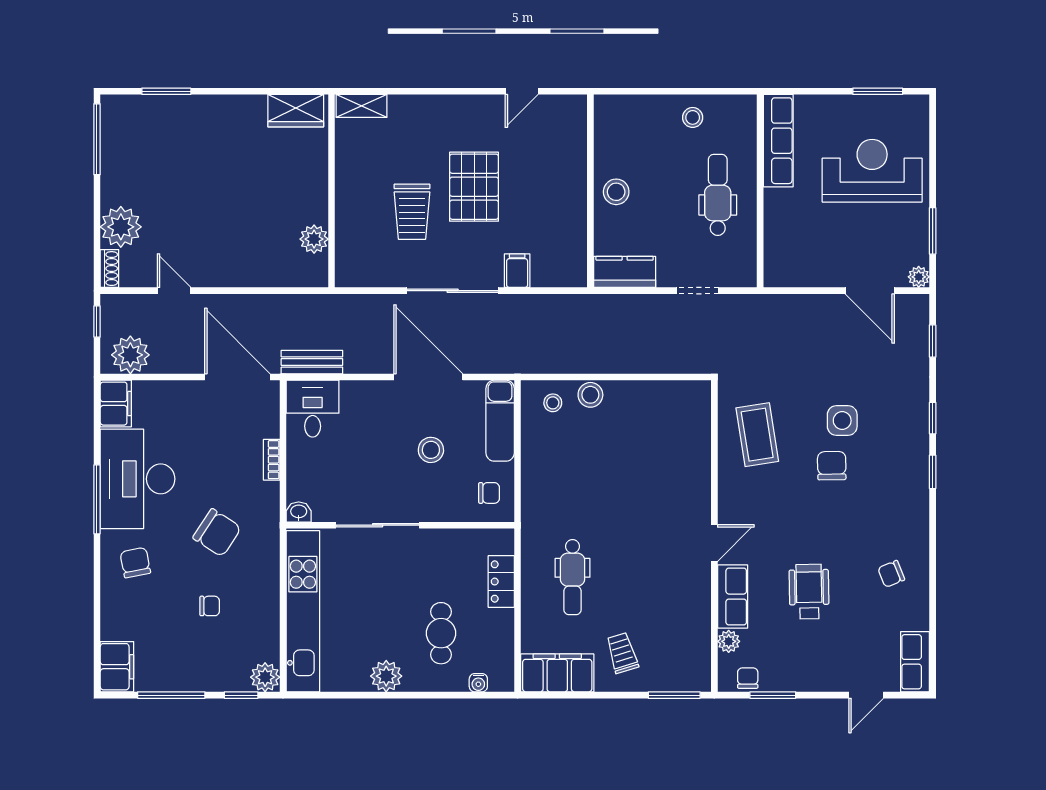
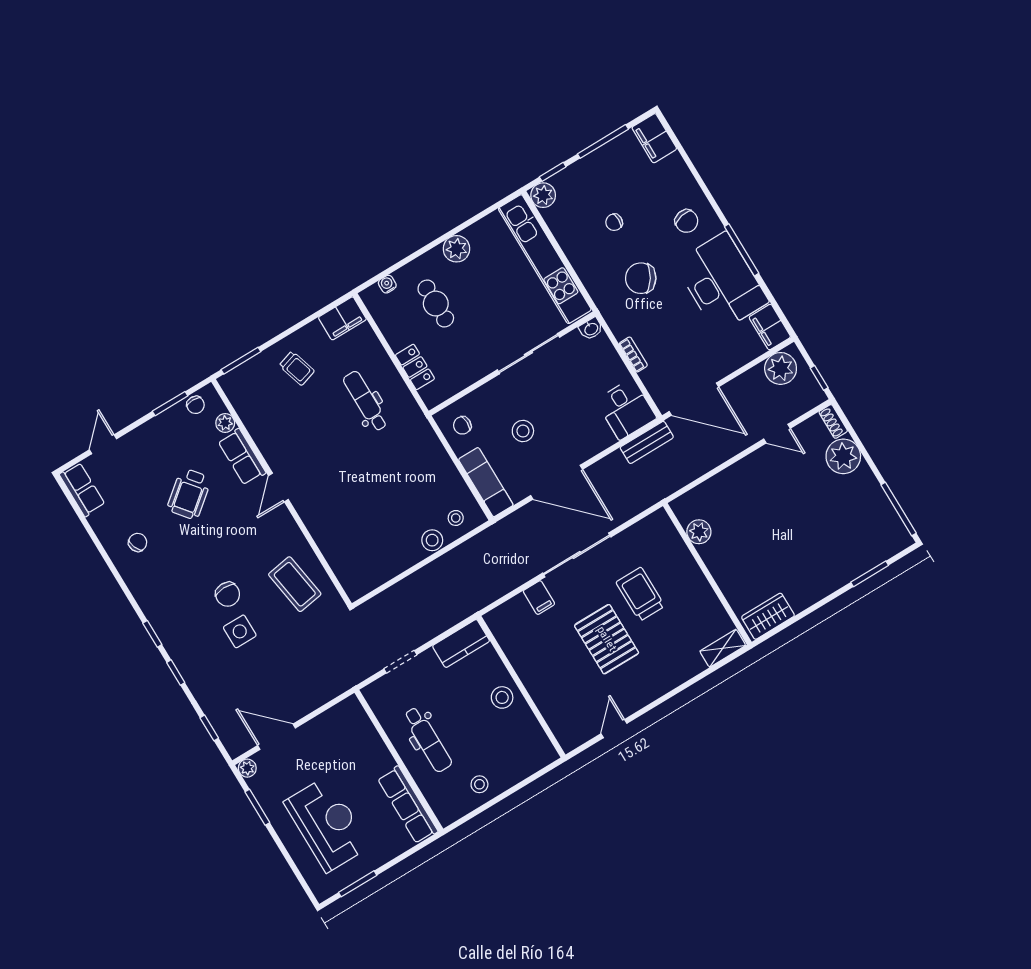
reception desk: (872, 171) -> (327, 824), turned -90
wheelchair: (809, 592) -> (189, 494), turned 52
filing cabinet: (557, 673) -> (342, 318), width x0.67, depth x0.86

